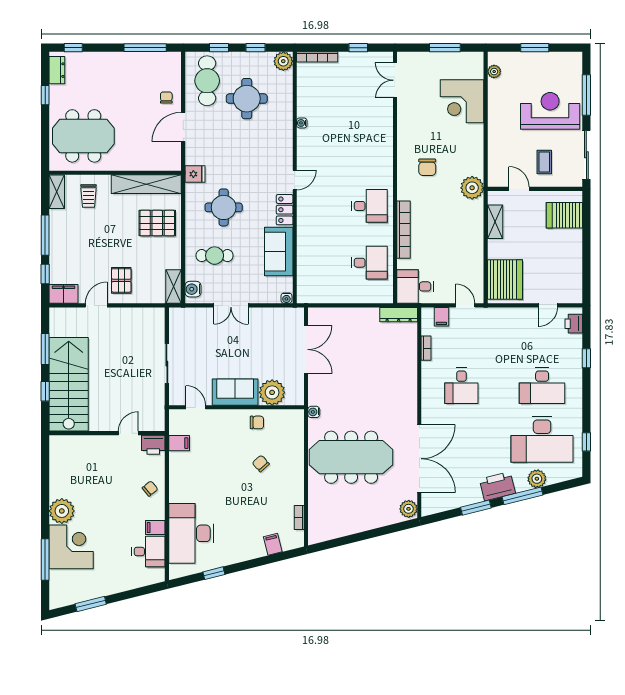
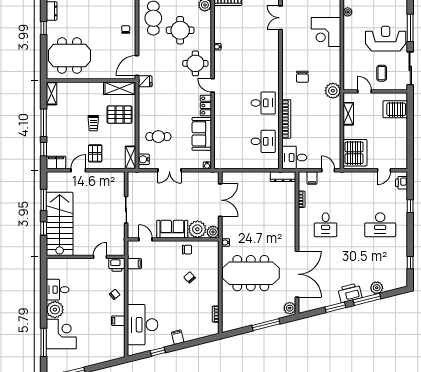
door: (183, 127) -> (137, 65), moved
door: (295, 180) -> (213, 85), swing flipped
shelving: (146, 184) -> (120, 88), width x0.68
trolley: (89, 196) -> (93, 123), moved
round table: (224, 207) -> (195, 63), moved
plant: (295, 396) -> (213, 232), added
desk: (542, 439) -> (380, 261), removed
window: (373, 533) -> (266, 325), added
filing cabinet: (273, 544) -> (178, 337), moved
desk: (148, 551) -> (58, 290), moved, turned 180

